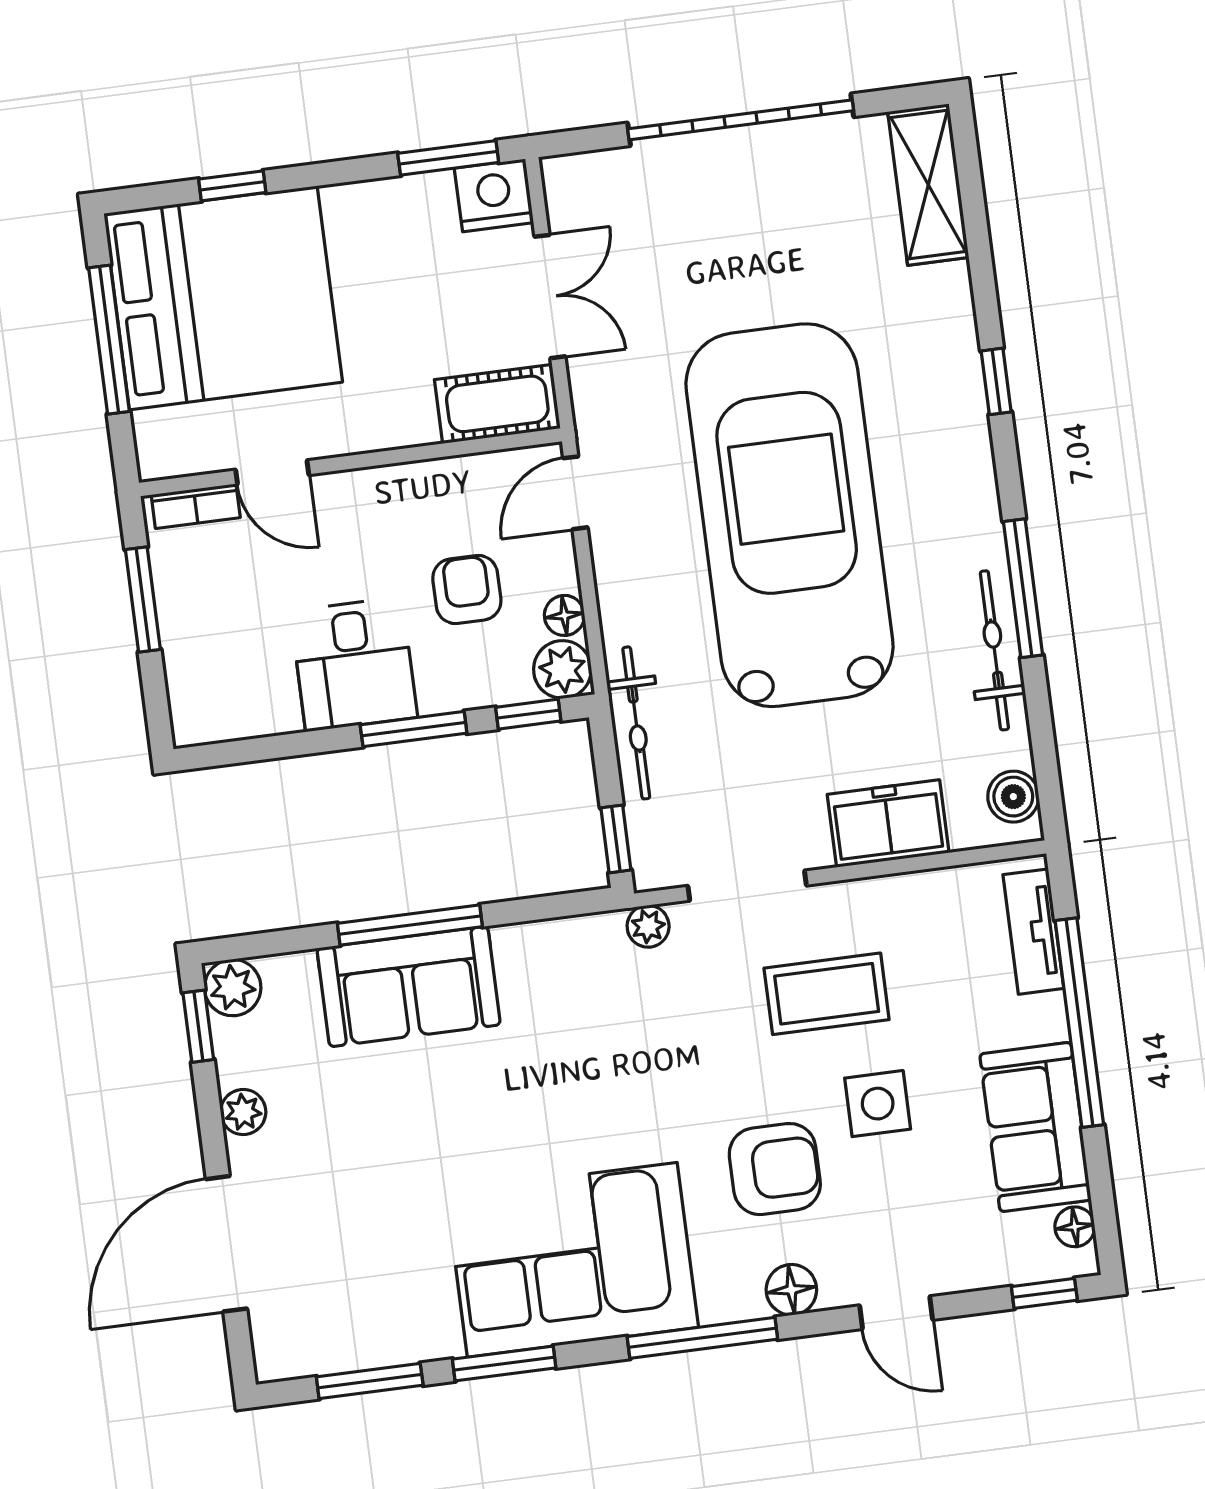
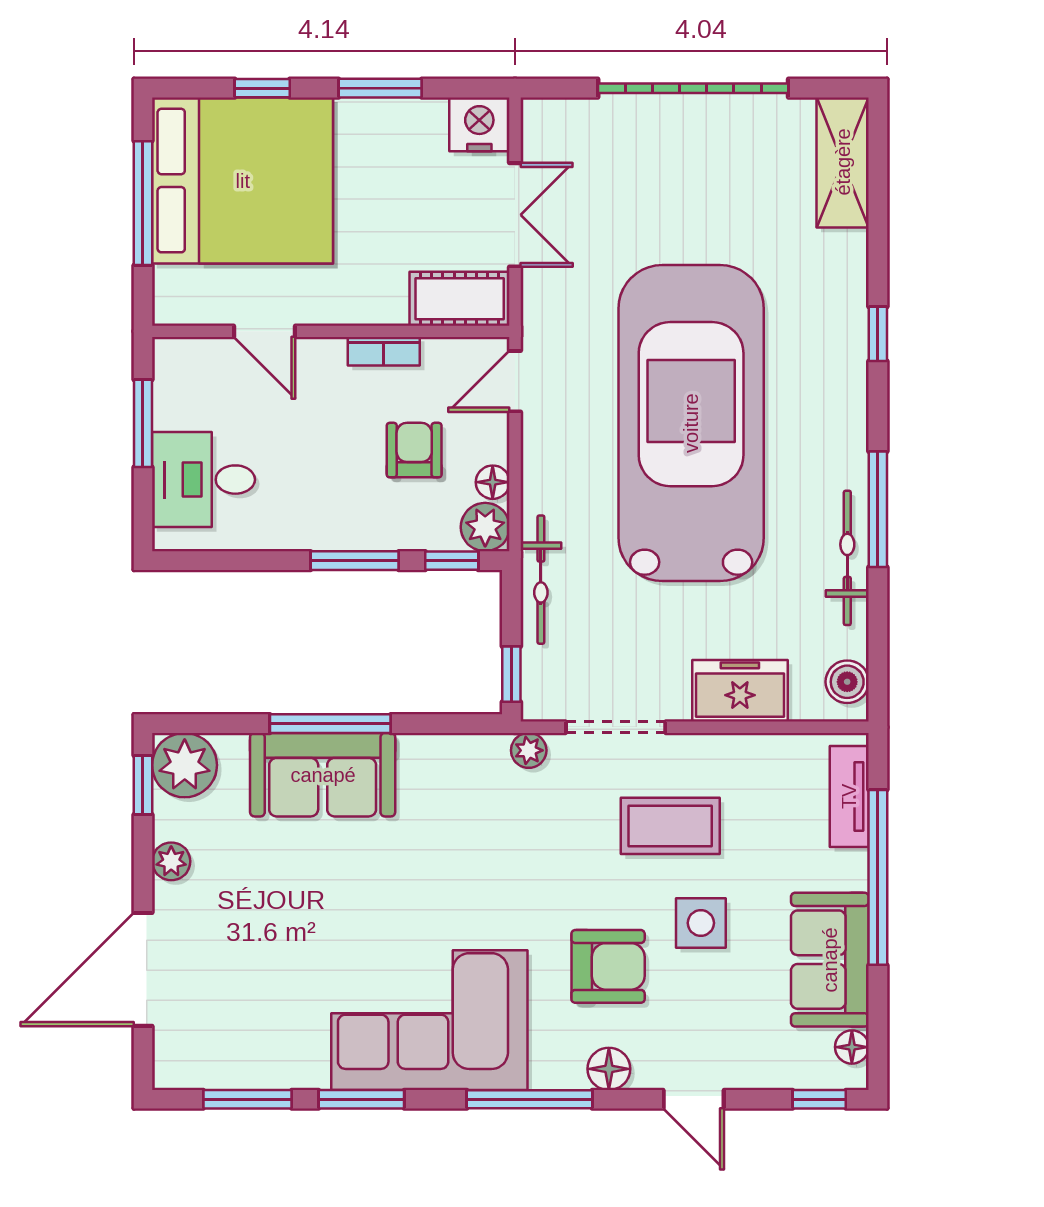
window: (448, 158) -> (380, 88), moved
bookcase: (196, 506) -> (384, 351), moved
desk: (354, 664) -> (203, 480), moved, turned 90
plant: (233, 988) -> (185, 765), width x1.36, depth x1.36

